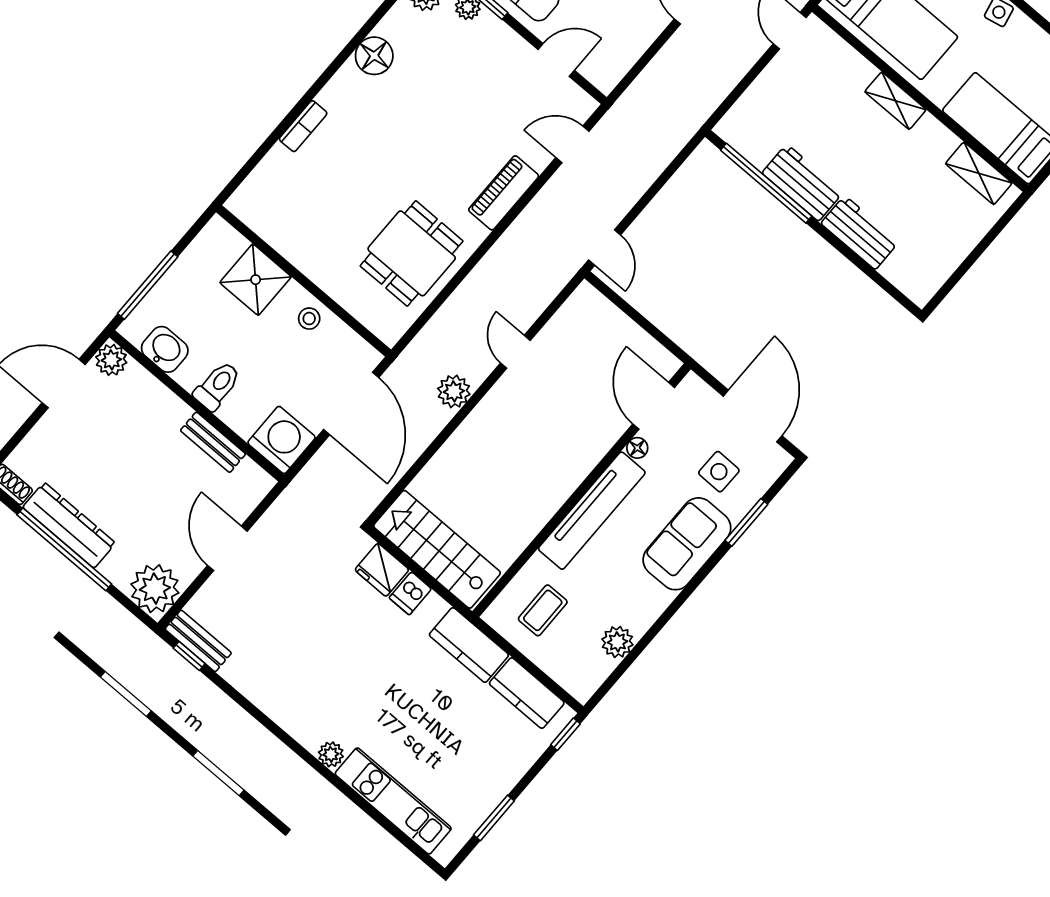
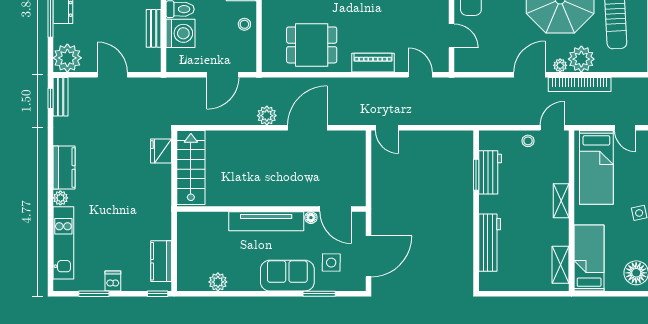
stool: (780, 77) -> (528, 141), added
window: (766, 183) -> (476, 175), width x0.47
workbench: (803, 183) -> (490, 172), moved
workbench: (860, 233) -> (490, 243), width x1.38
door: (605, 247) -> (387, 128), hinge flipped
door: (515, 352) -> (307, 128), width x1.87
door: (351, 403) -> (223, 75), width x0.73
door: (654, 406) -> (336, 209), swing flipped
washing machine: (282, 440) -> (180, 33), moved
door: (227, 548) -> (112, 75), hinge flipped
dishwasher: (410, 593) -> (113, 281), moved, turned 90
coffee table: (543, 610) -> (204, 237), removed
kitchen counter: (469, 645) -> (64, 167), moved, turned 180

